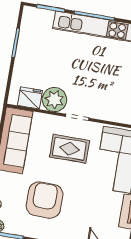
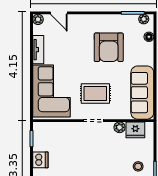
stool: (34, 55) -> (138, 166), added
plant: (54, 100) -> (120, 127), width x0.53, depth x0.53

